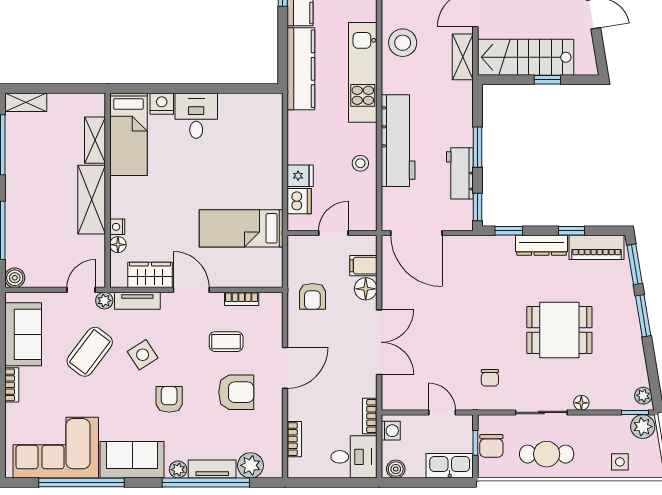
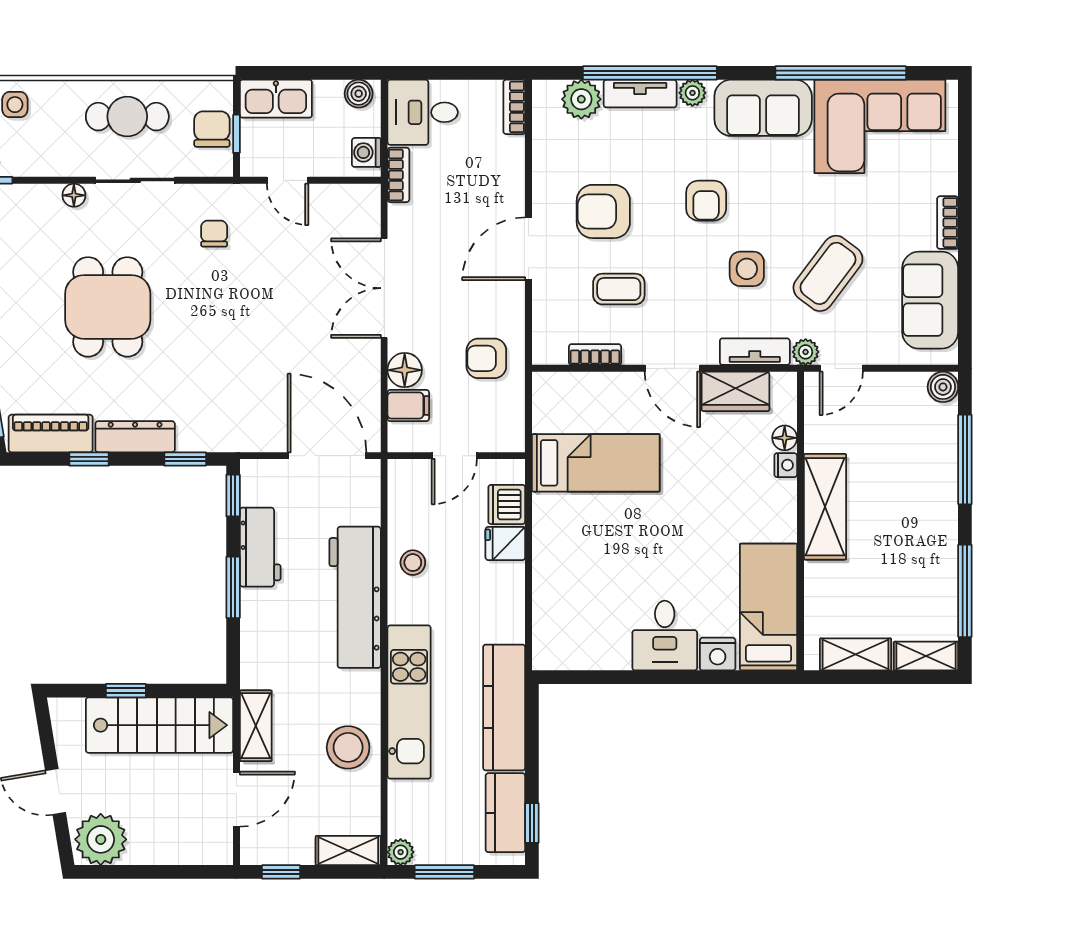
shelving: (95, 140) -> (856, 654), moved, turned 90
armchair: (312, 296) -> (486, 358), turned -90
dining table: (559, 330) -> (108, 307), turned 90
side table: (143, 355) -> (747, 269), turned 33
bookcase: (294, 439) -> (514, 107), moved

